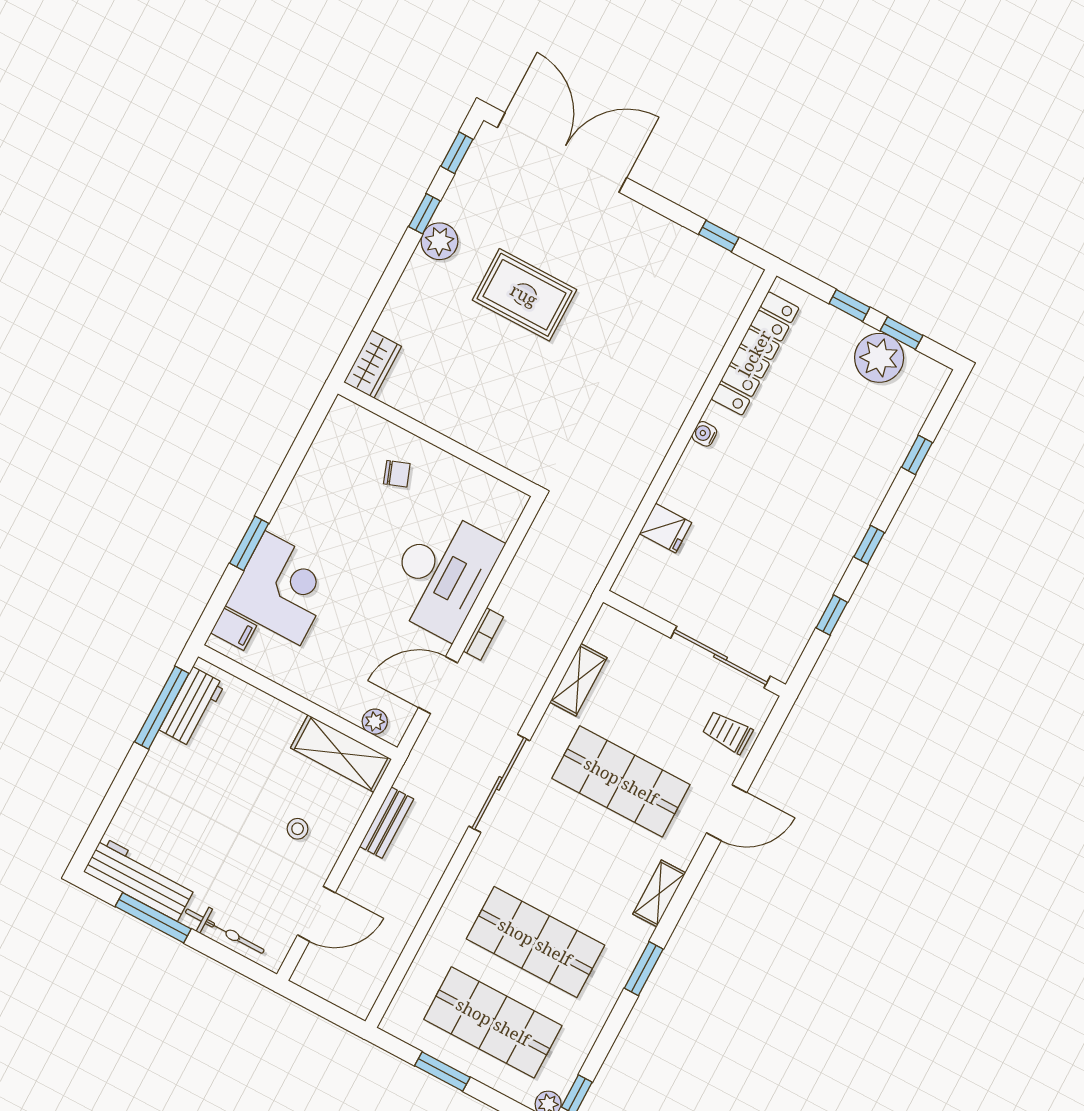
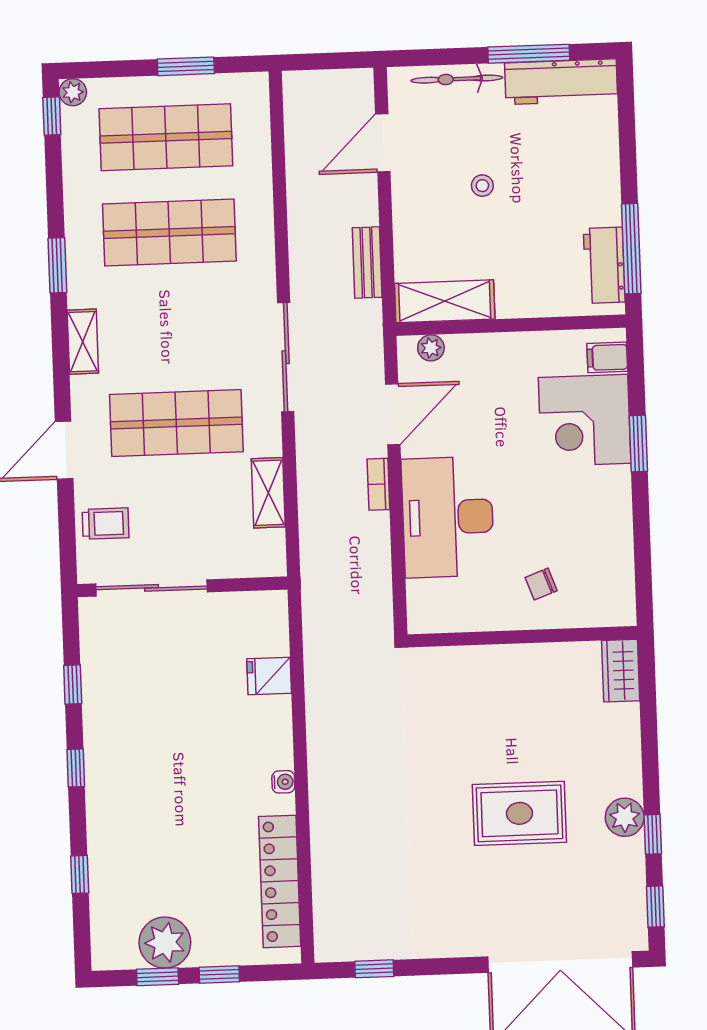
stool: (298, 829) -> (482, 186), moved

